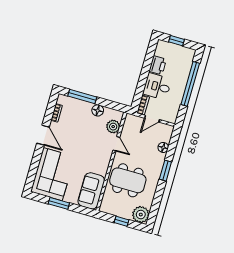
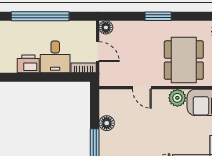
plant: (113, 127) -> (177, 98), moved
door: (116, 144) -> (142, 88), swing flipped
floor lamp: (163, 147) -> (106, 27), moved

